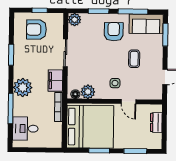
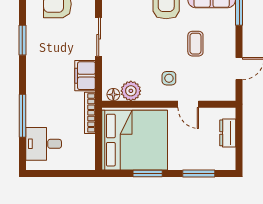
plant: (23, 87) -> (39, 86), removed

